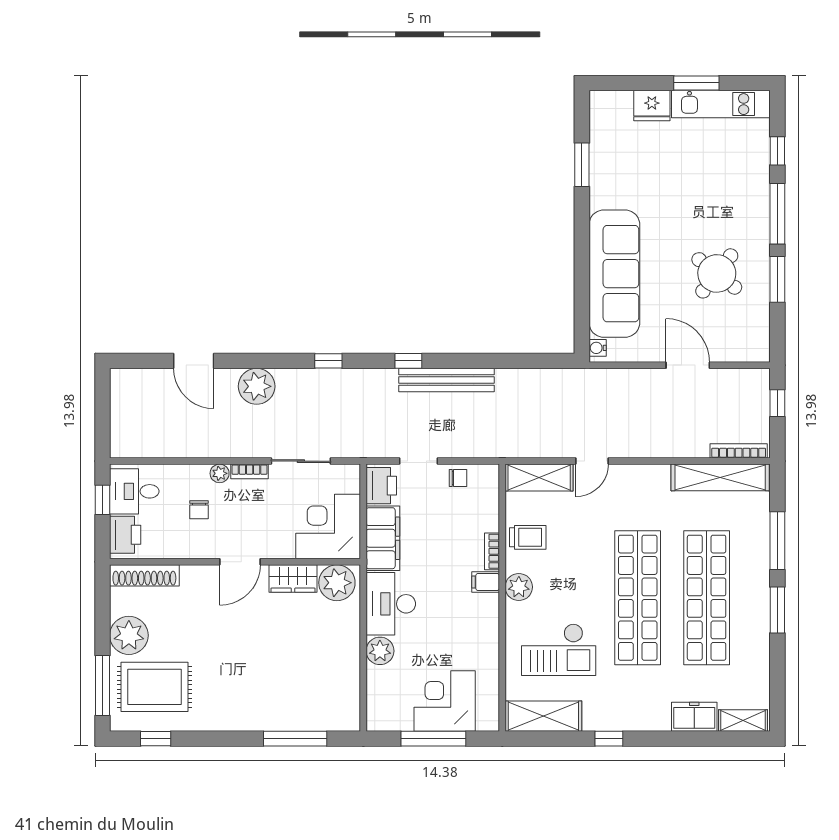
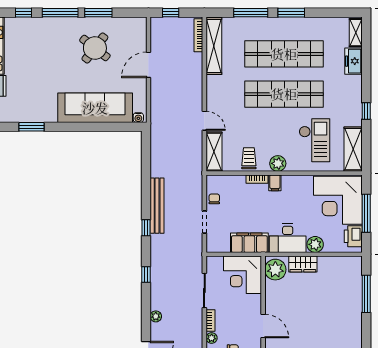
plant: (257, 386) -> (156, 316), width x0.53, depth x0.53
printer: (381, 486) -> (353, 236), moved, turned -90
wardrobe: (293, 578) -> (303, 264), moved, turned 90
corner desk: (445, 701) -> (338, 200), width x1.36, depth x1.36

